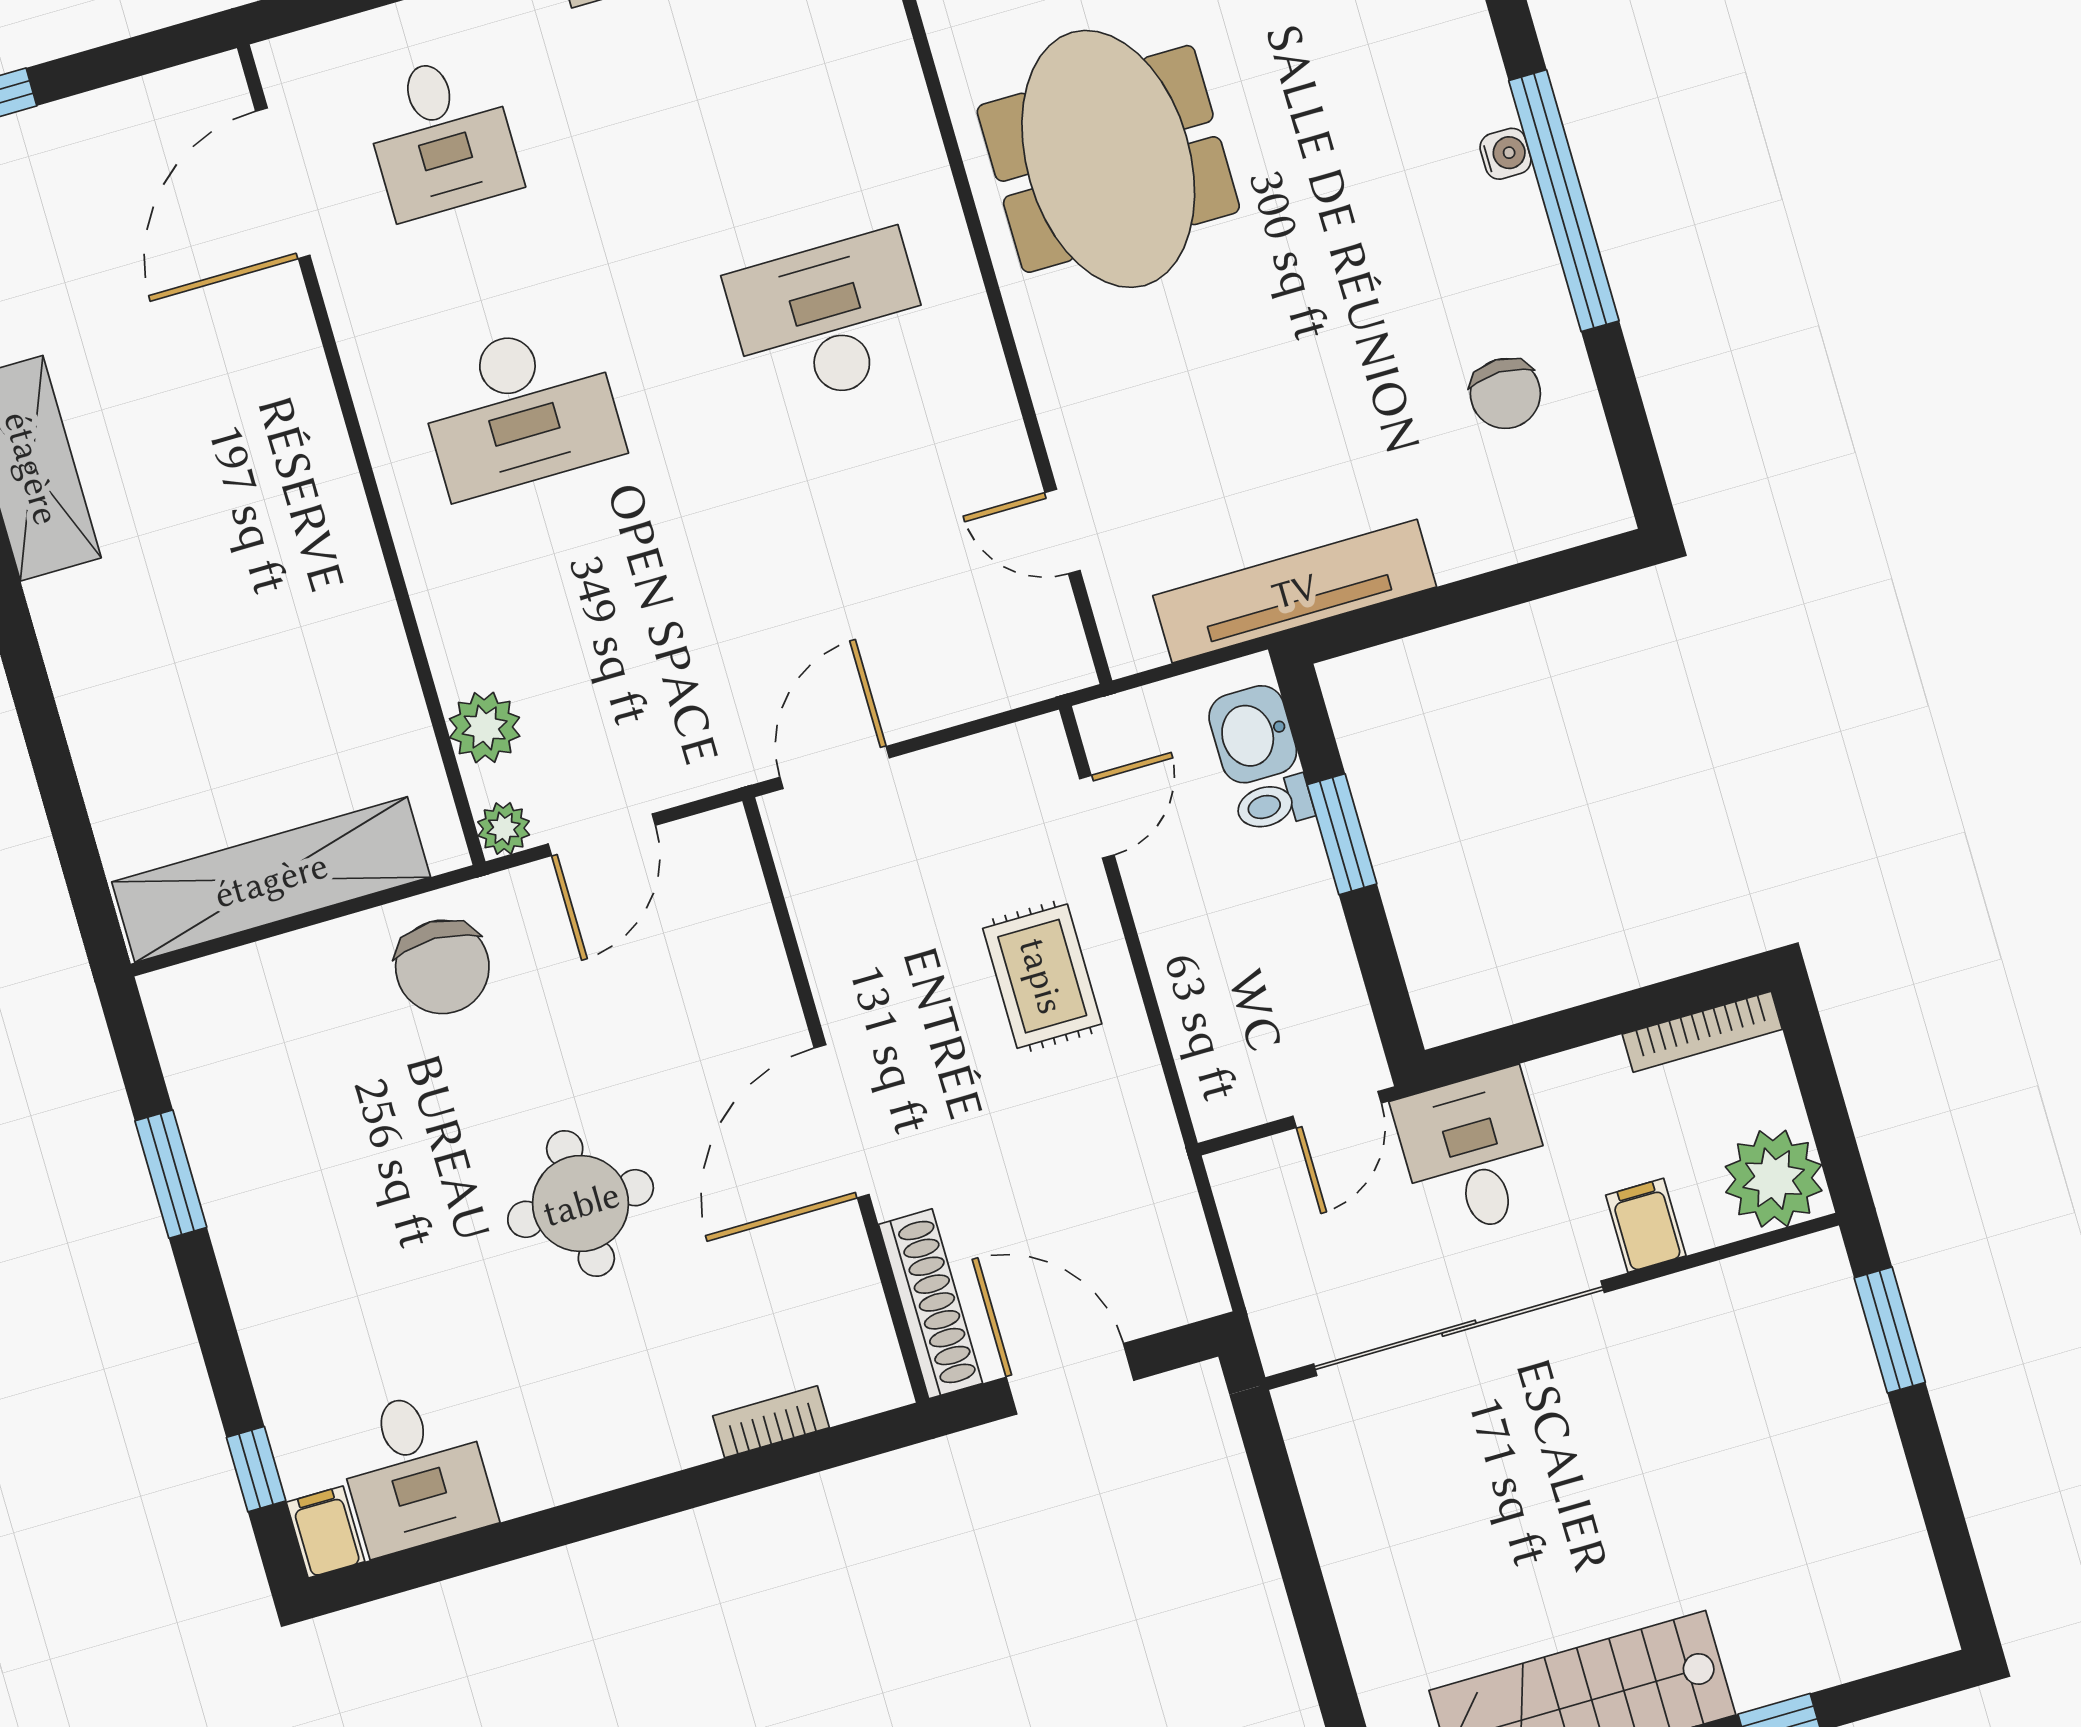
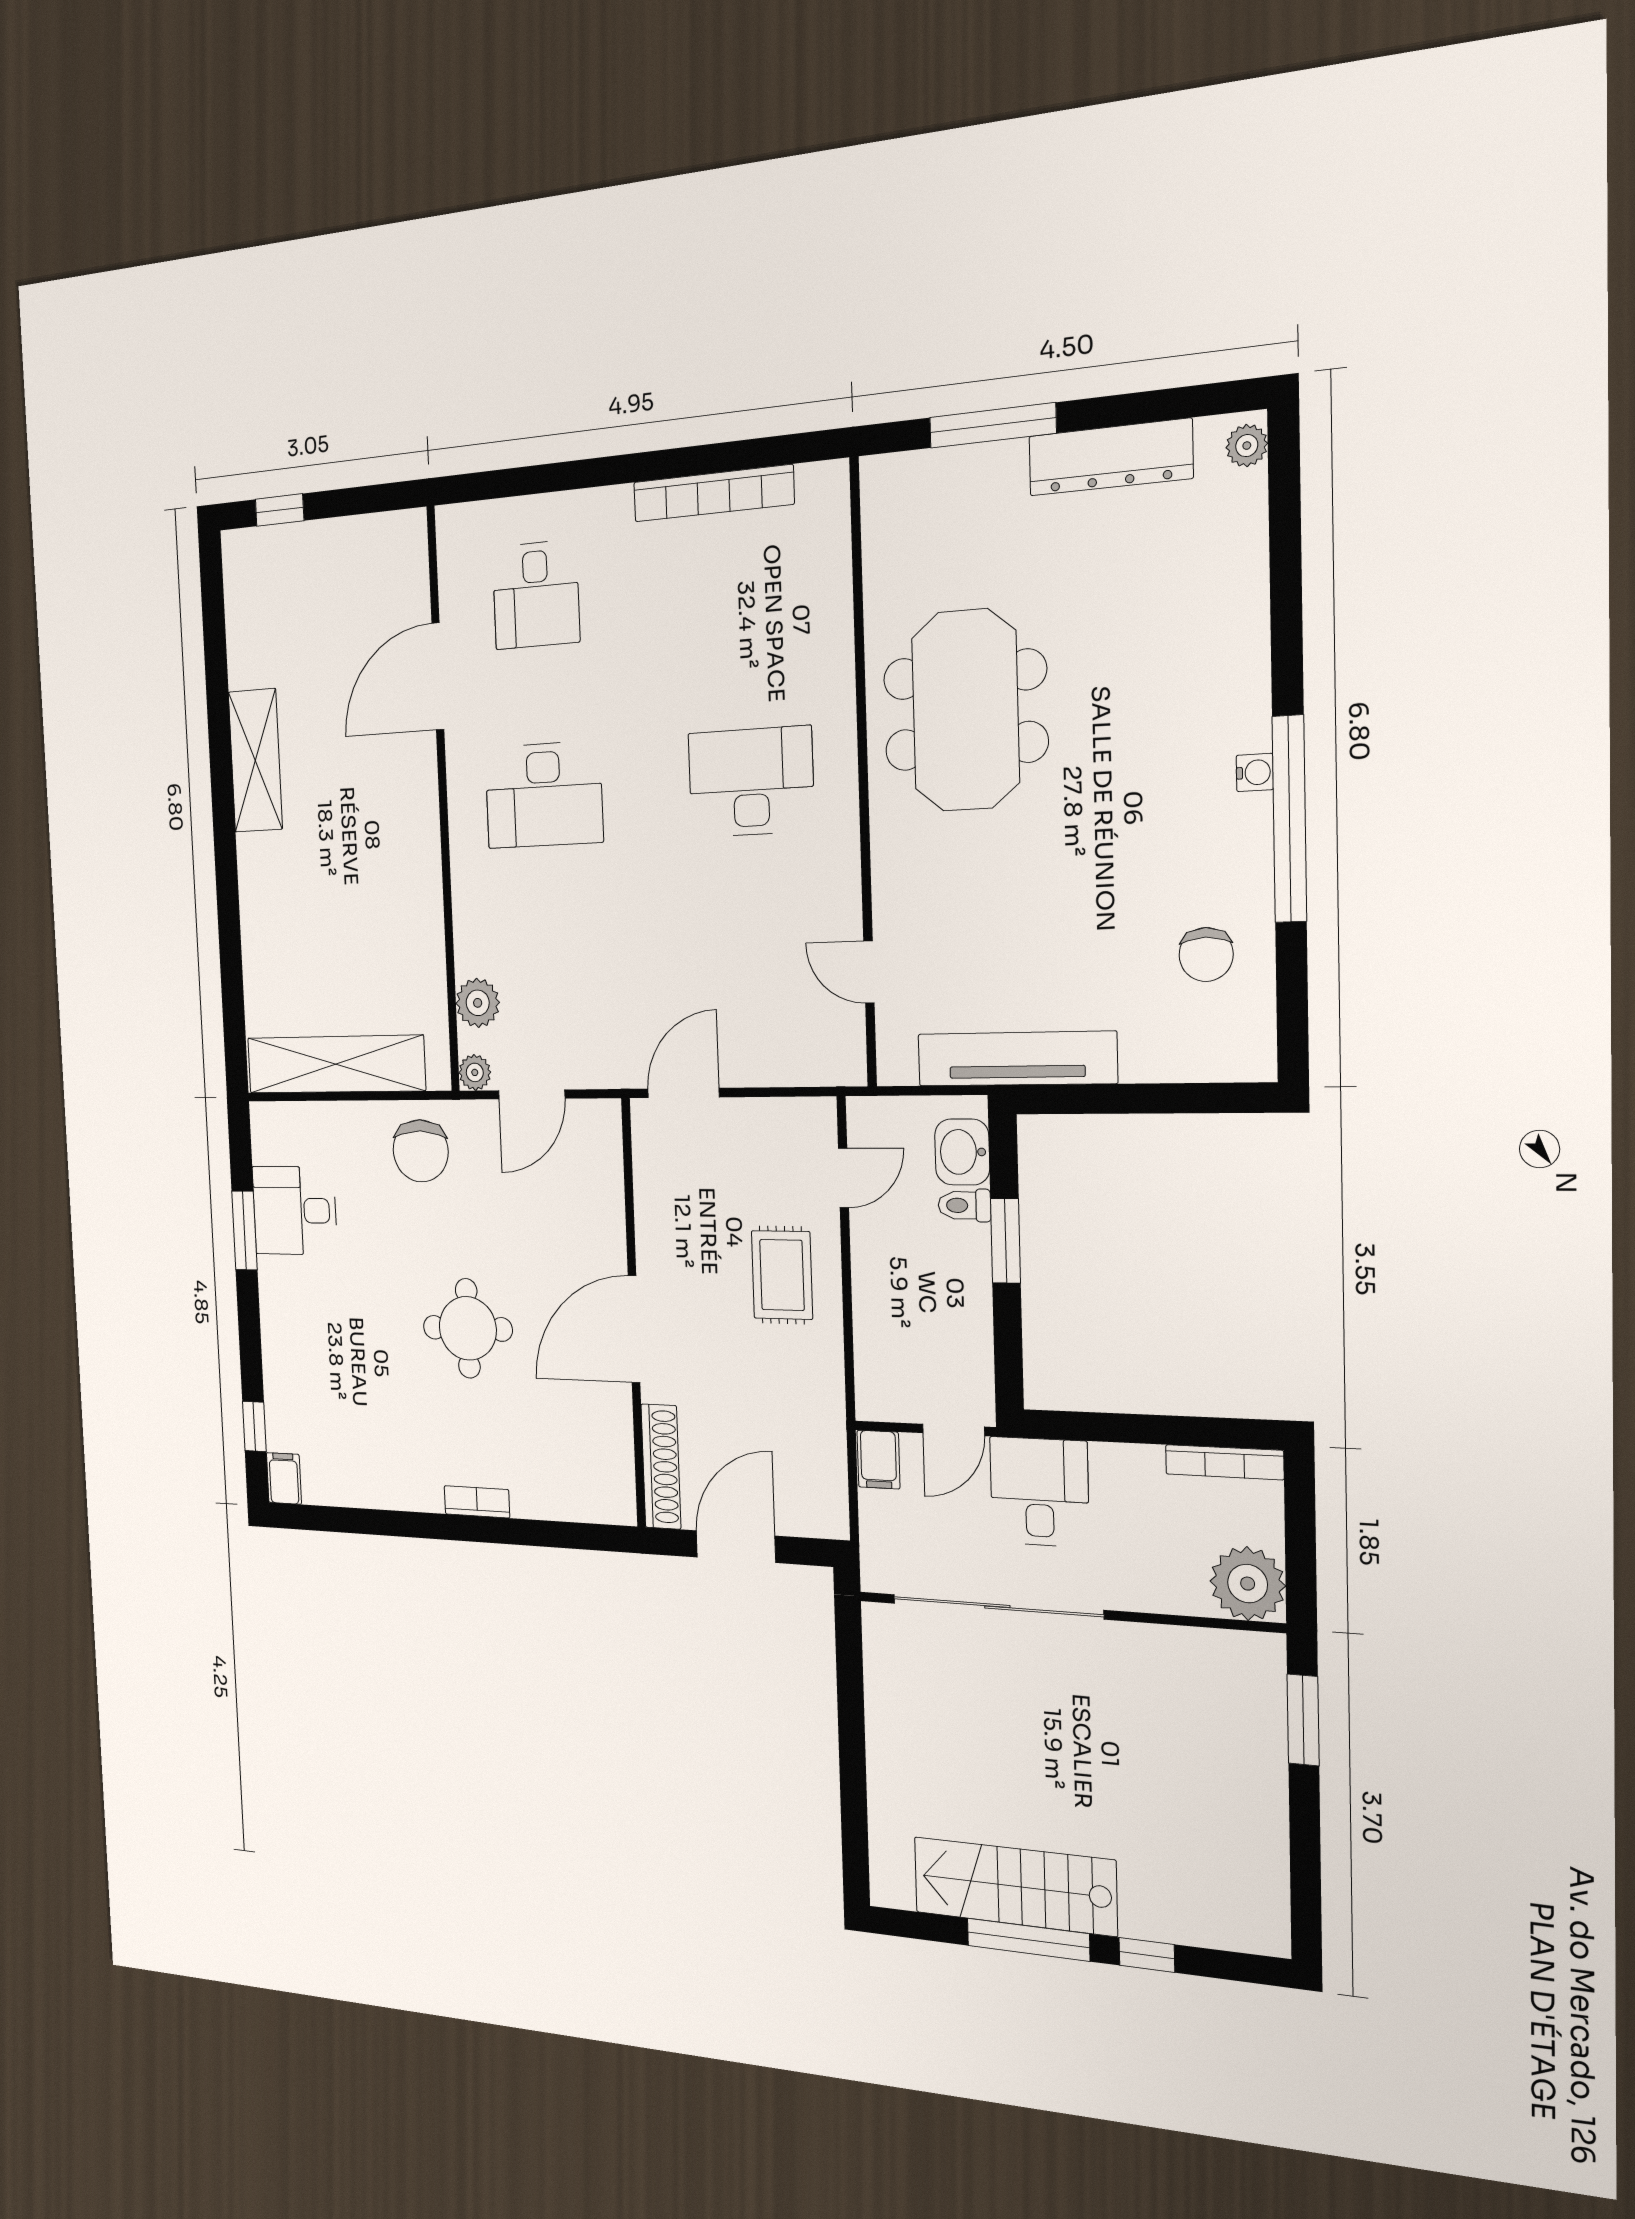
door: (283, 183) -> (438, 676), moved
filing cabinet: (1646, 1225) -> (878, 1460), moved, turned 180
door: (1070, 1379) -> (736, 1547), hinge flipped
bookcase: (771, 1422) -> (477, 1502), moved
desk: (415, 1471) -> (295, 1211), moved, turned 90

